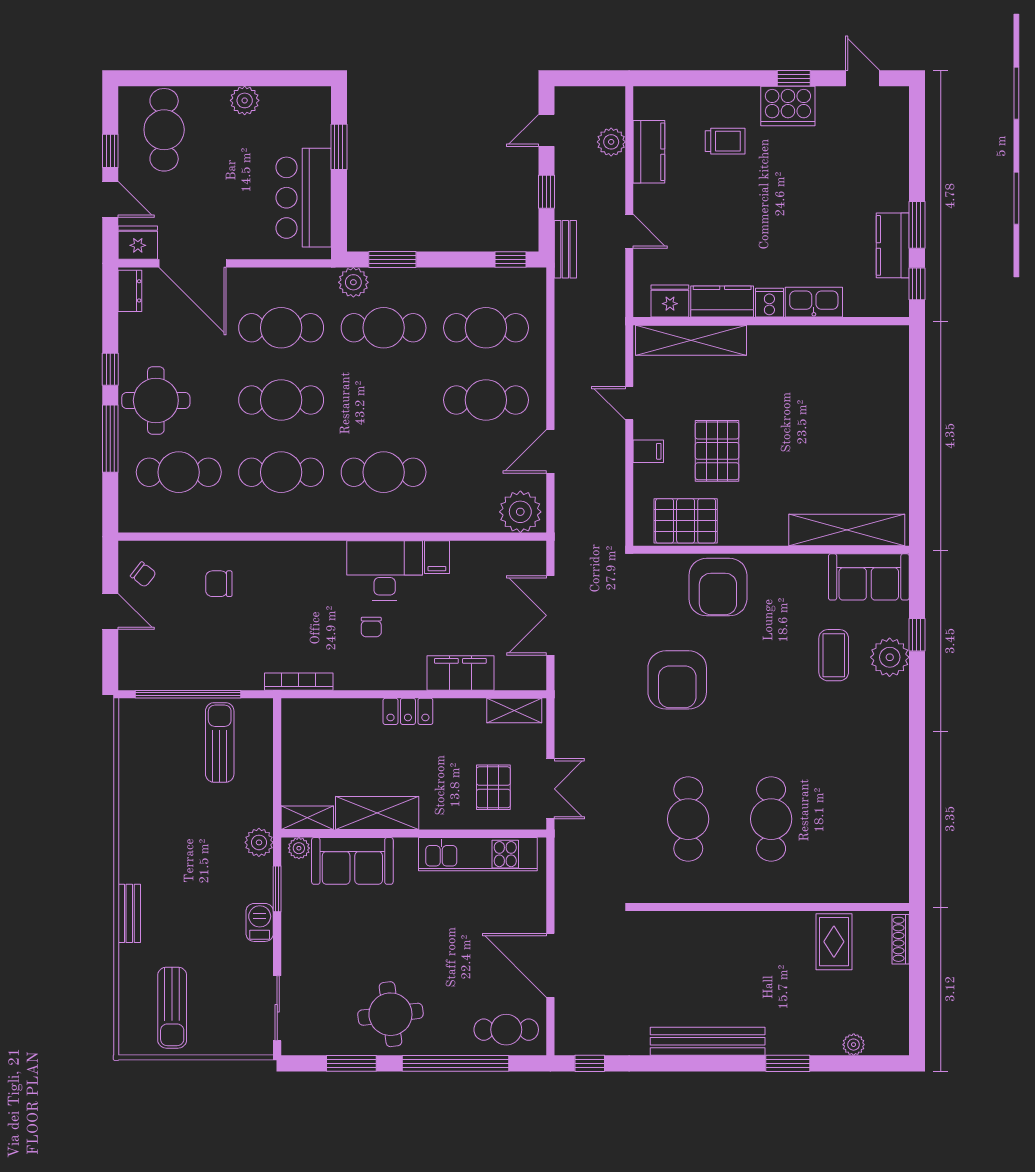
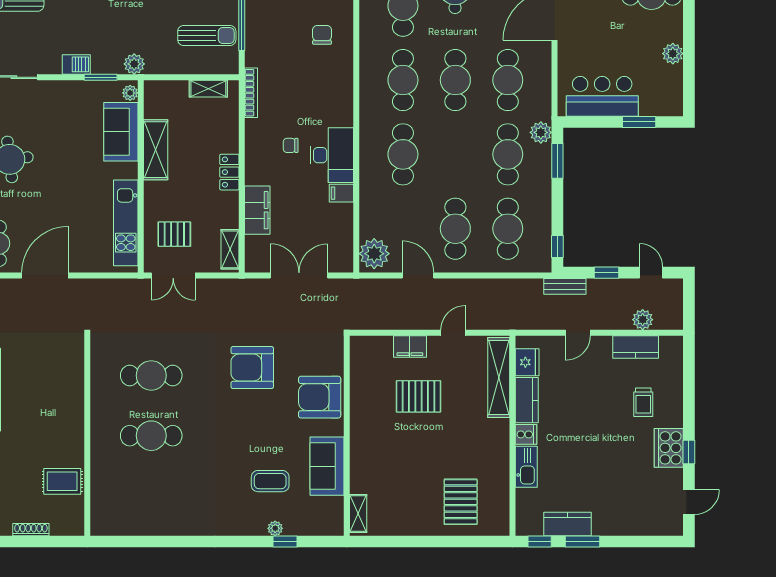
filing cabinet: (648, 451) -> (410, 346), width x2.00
pallet: (686, 521) -> (461, 502), moved
shelving: (847, 530) -> (358, 514), width x0.45, depth x0.75
sofa: (869, 577) -> (327, 466), moved
plant: (890, 657) -> (275, 528), width x0.53, depth x0.53
shelving: (307, 818) -> (208, 89), moved, turned 90
shoe rack: (901, 939) -> (31, 530), moved

